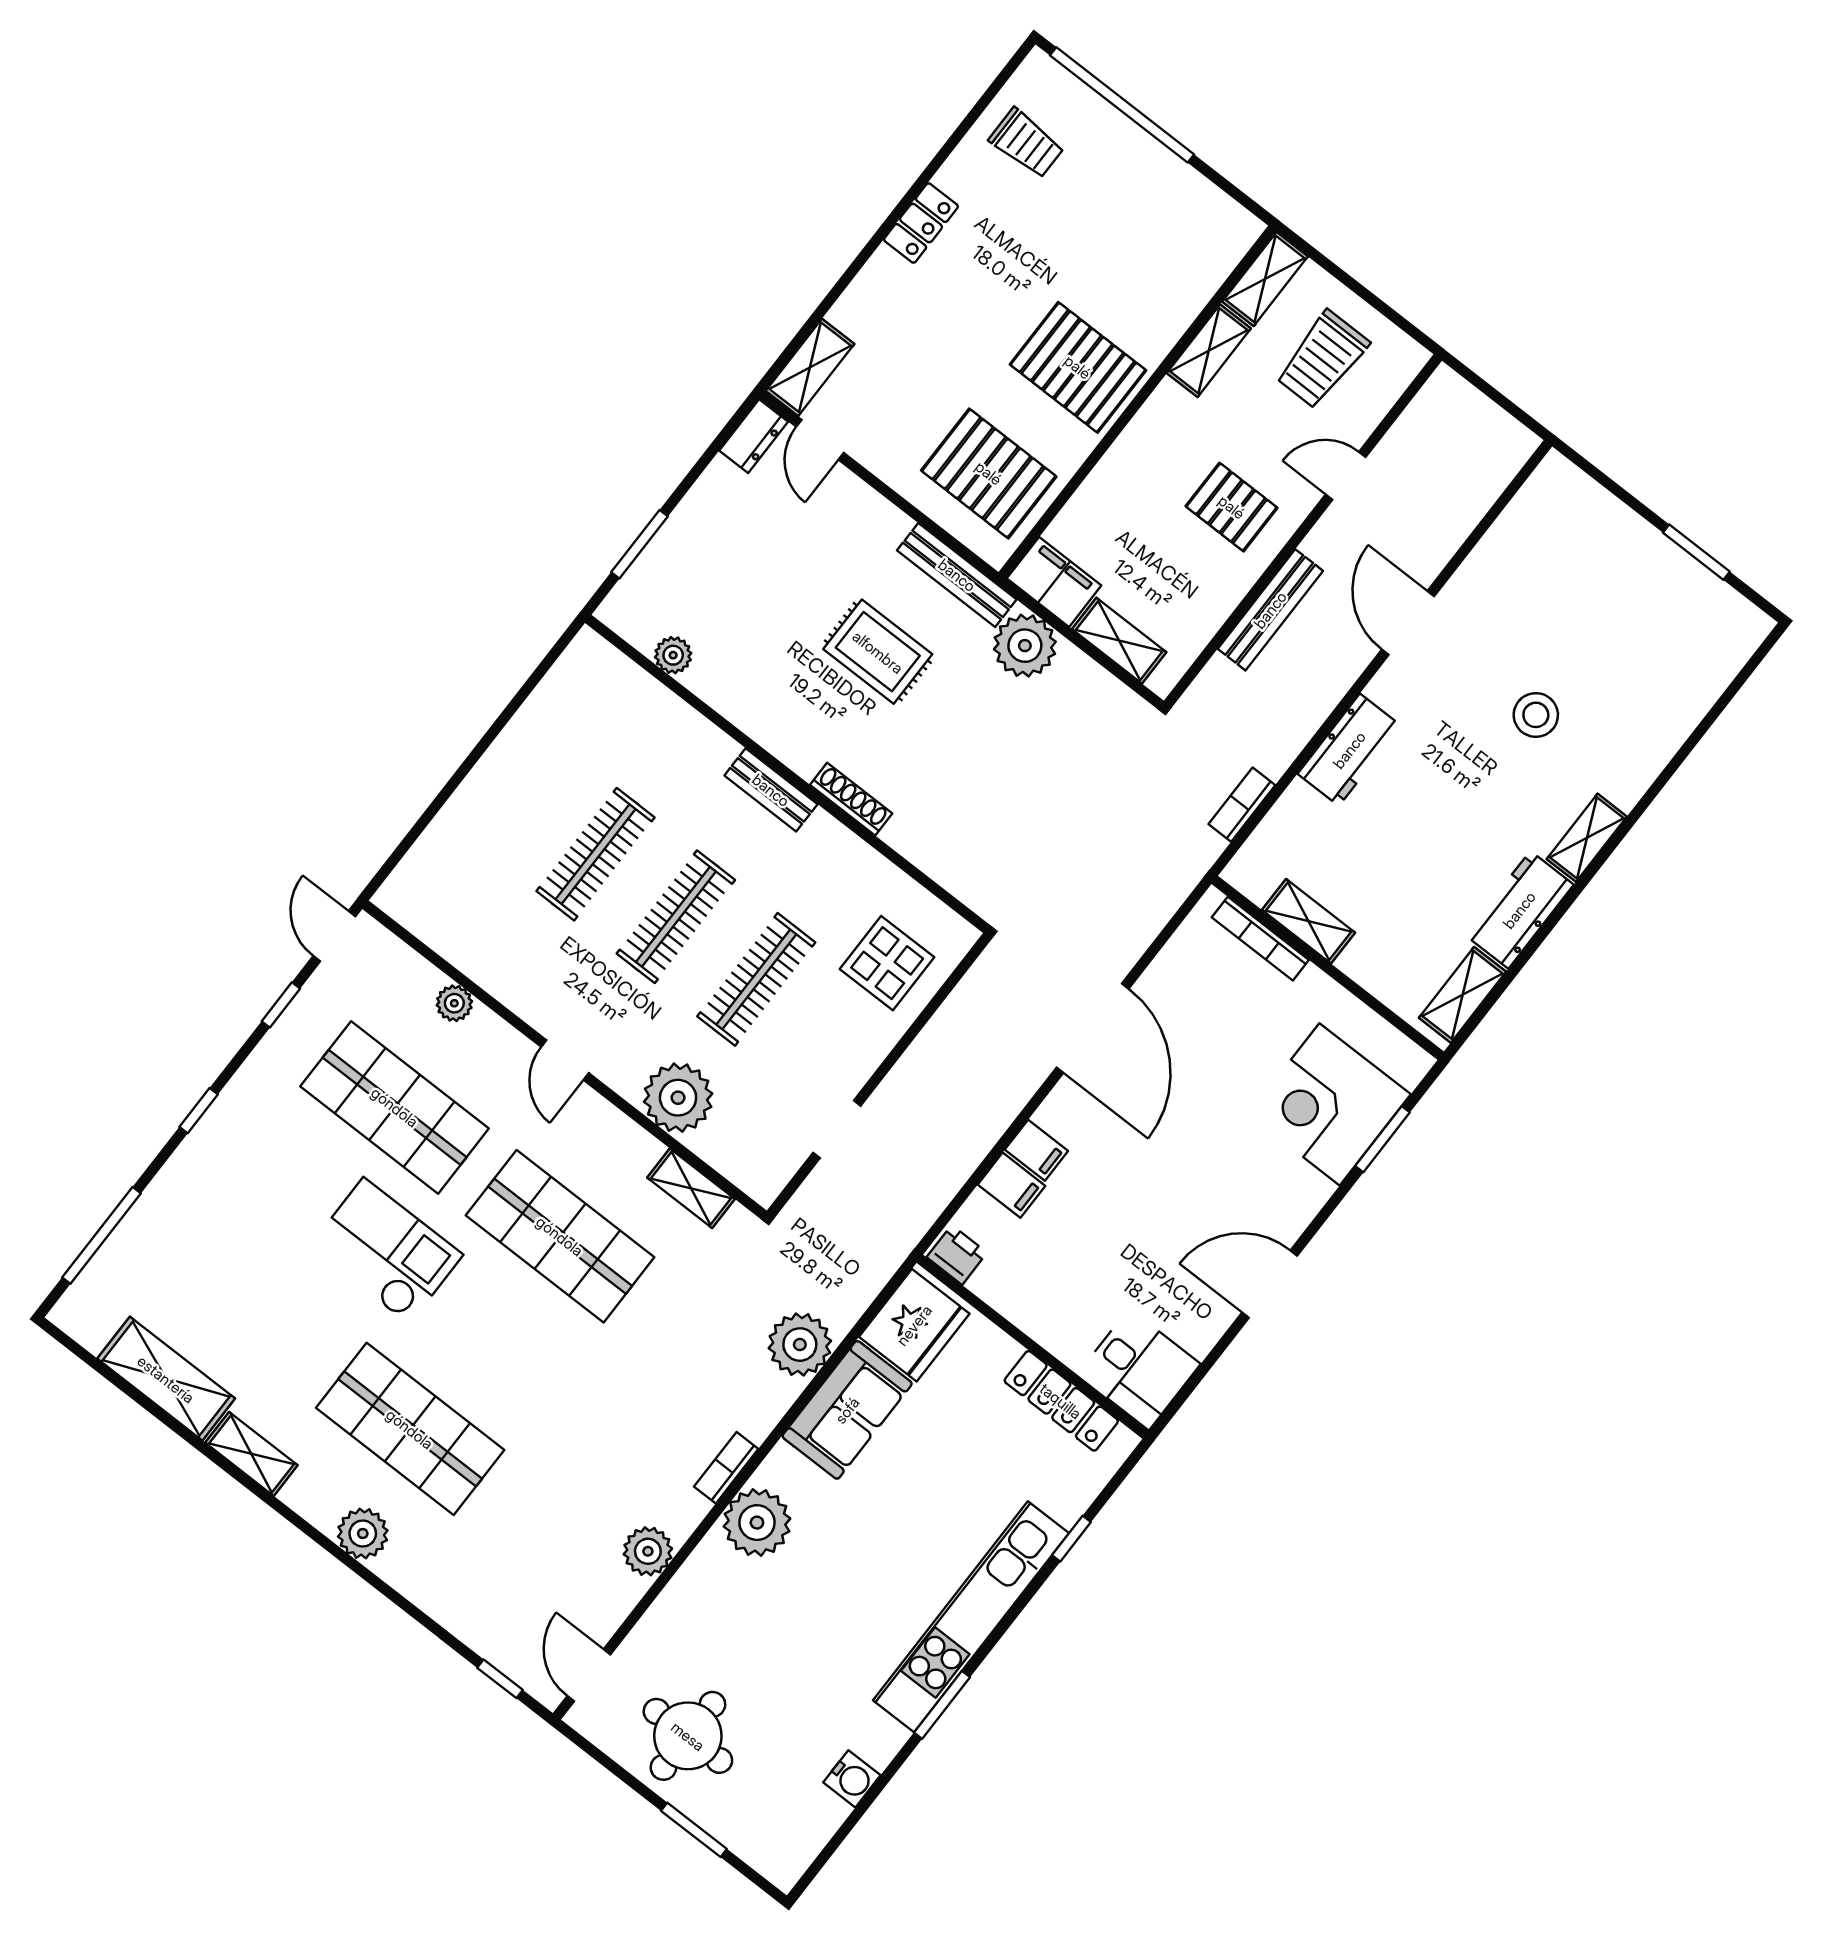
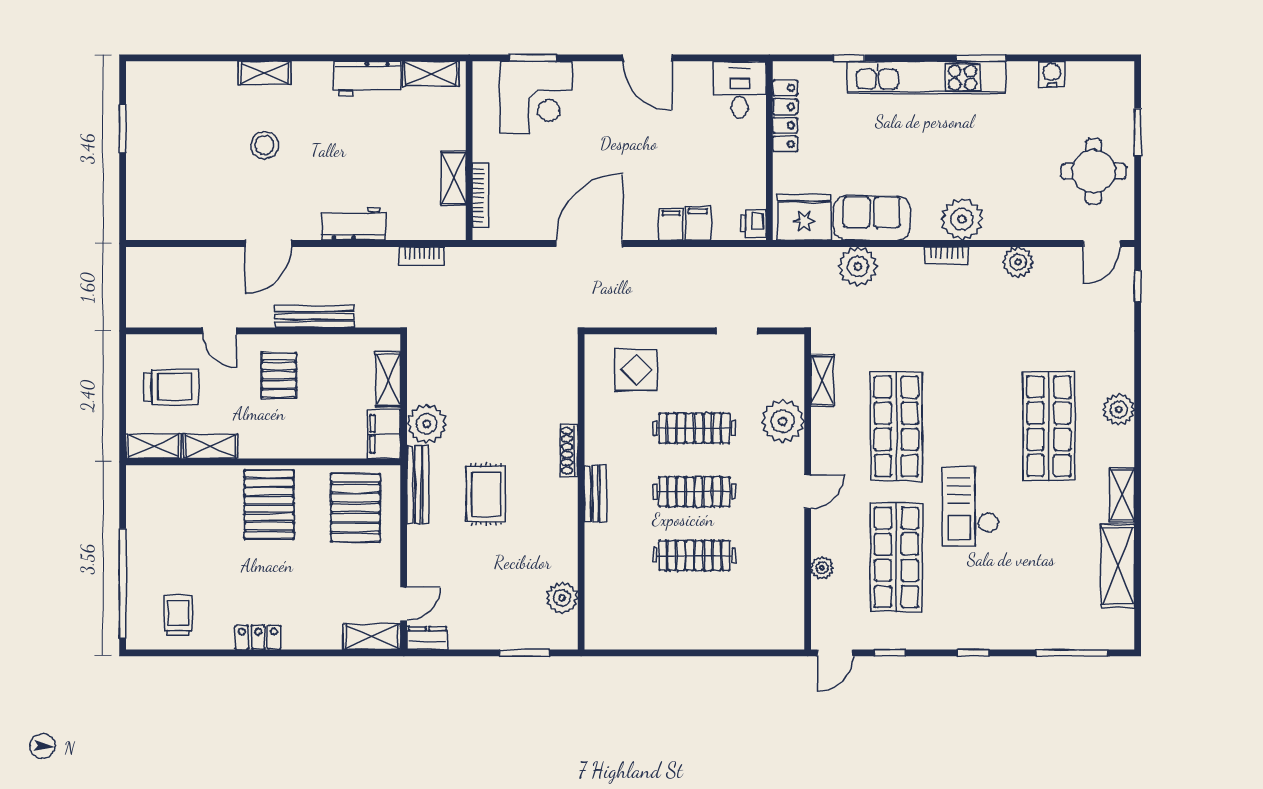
plant: (673, 655) -> (562, 598), width x1.38, depth x1.38
shelving: (1587, 838) -> (265, 73), moved

